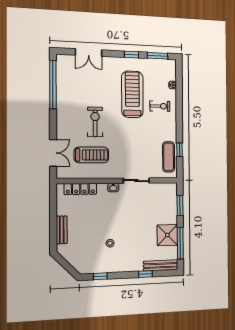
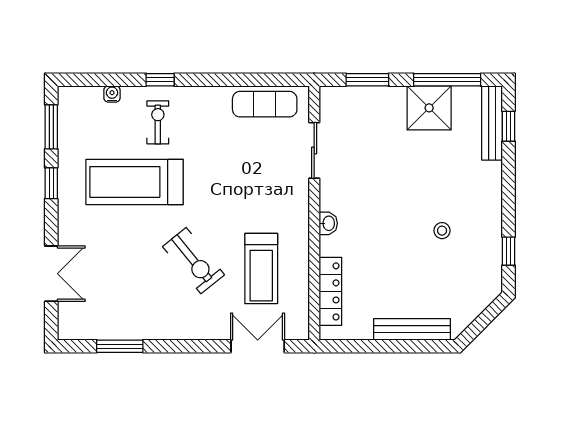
window: (53, 85) -> (120, 346), width x0.47
exercise bike: (95, 122) -> (194, 261), turned -129
window: (180, 150) -> (160, 80), moved
treadmill: (91, 155) -> (261, 269), turned 180
sliding door: (136, 181) -> (314, 150), moved
bench: (62, 230) -> (412, 329), width x1.36
window: (146, 274) -> (509, 126), moved

